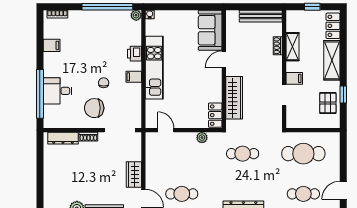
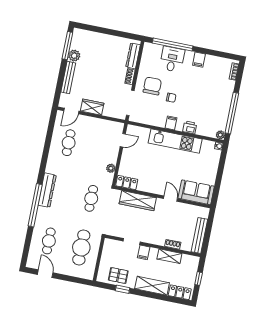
filing cabinet: (52, 45) -> (199, 60), moved

